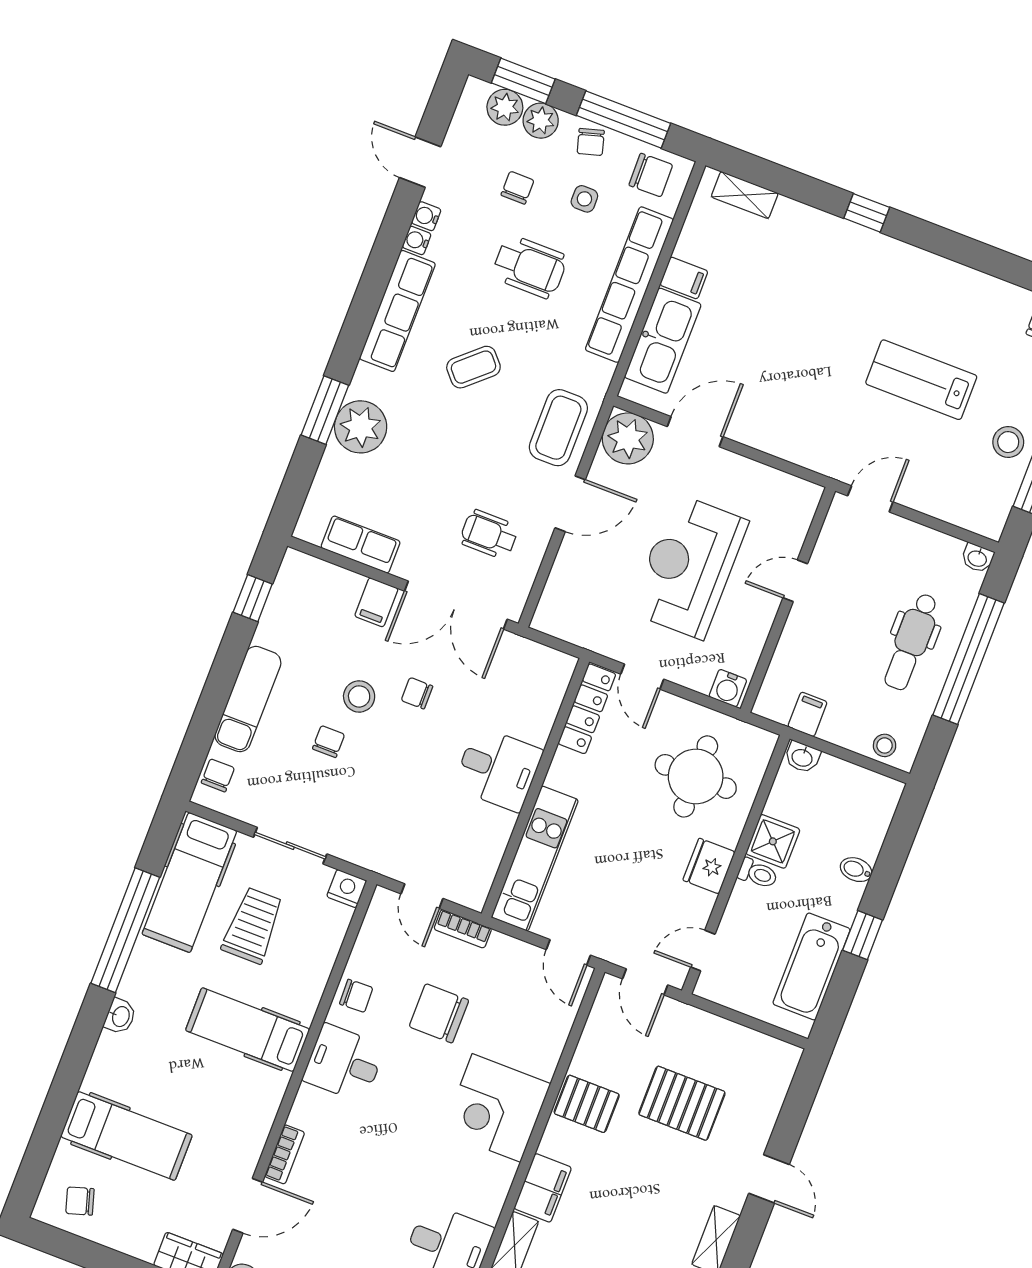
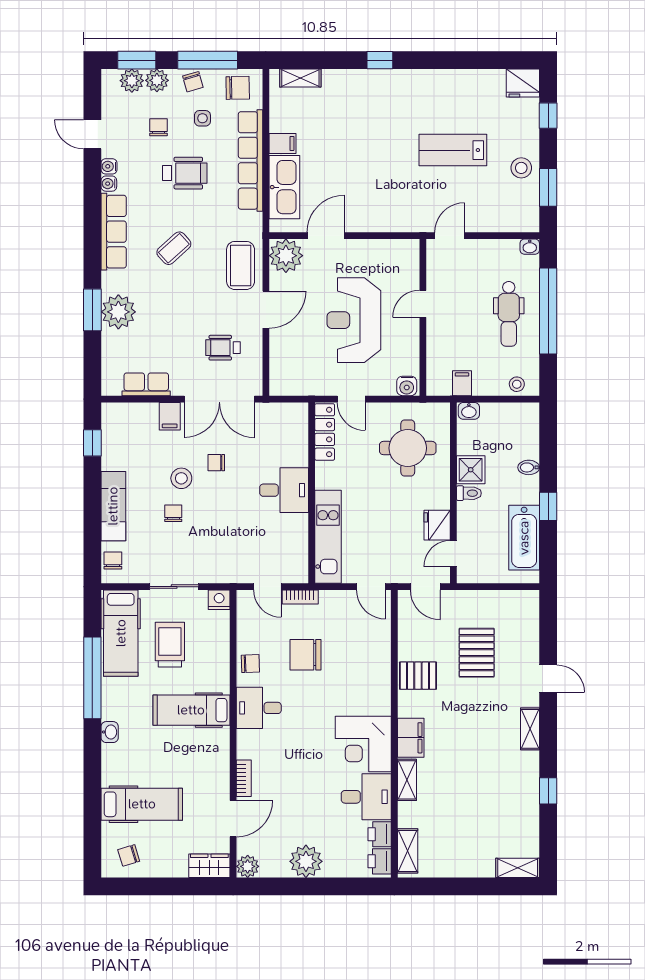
fridge: (709, 866) -> (437, 525), moved
pallet: (682, 1103) -> (477, 653), turned 90
corner desk: (496, 1108) -> (363, 744), moved

